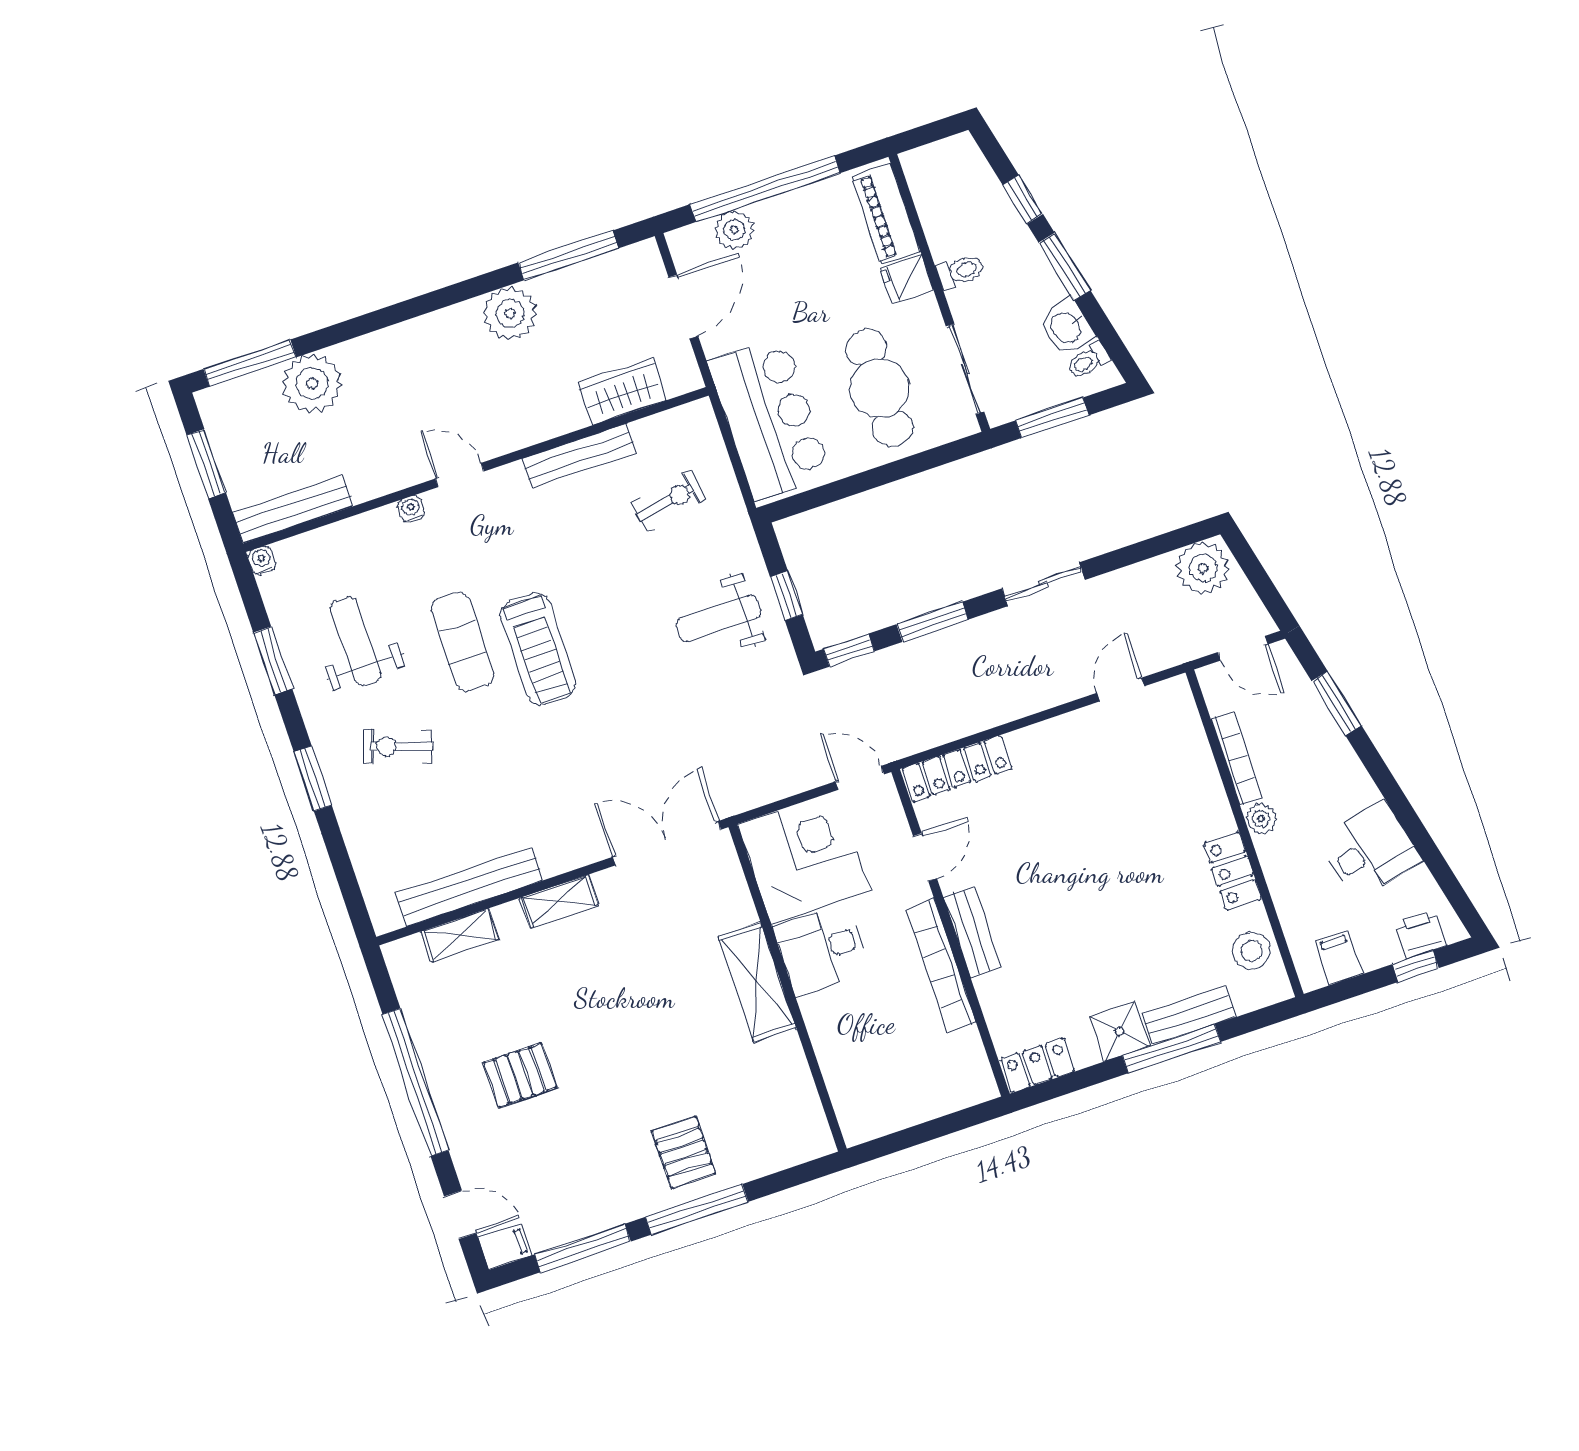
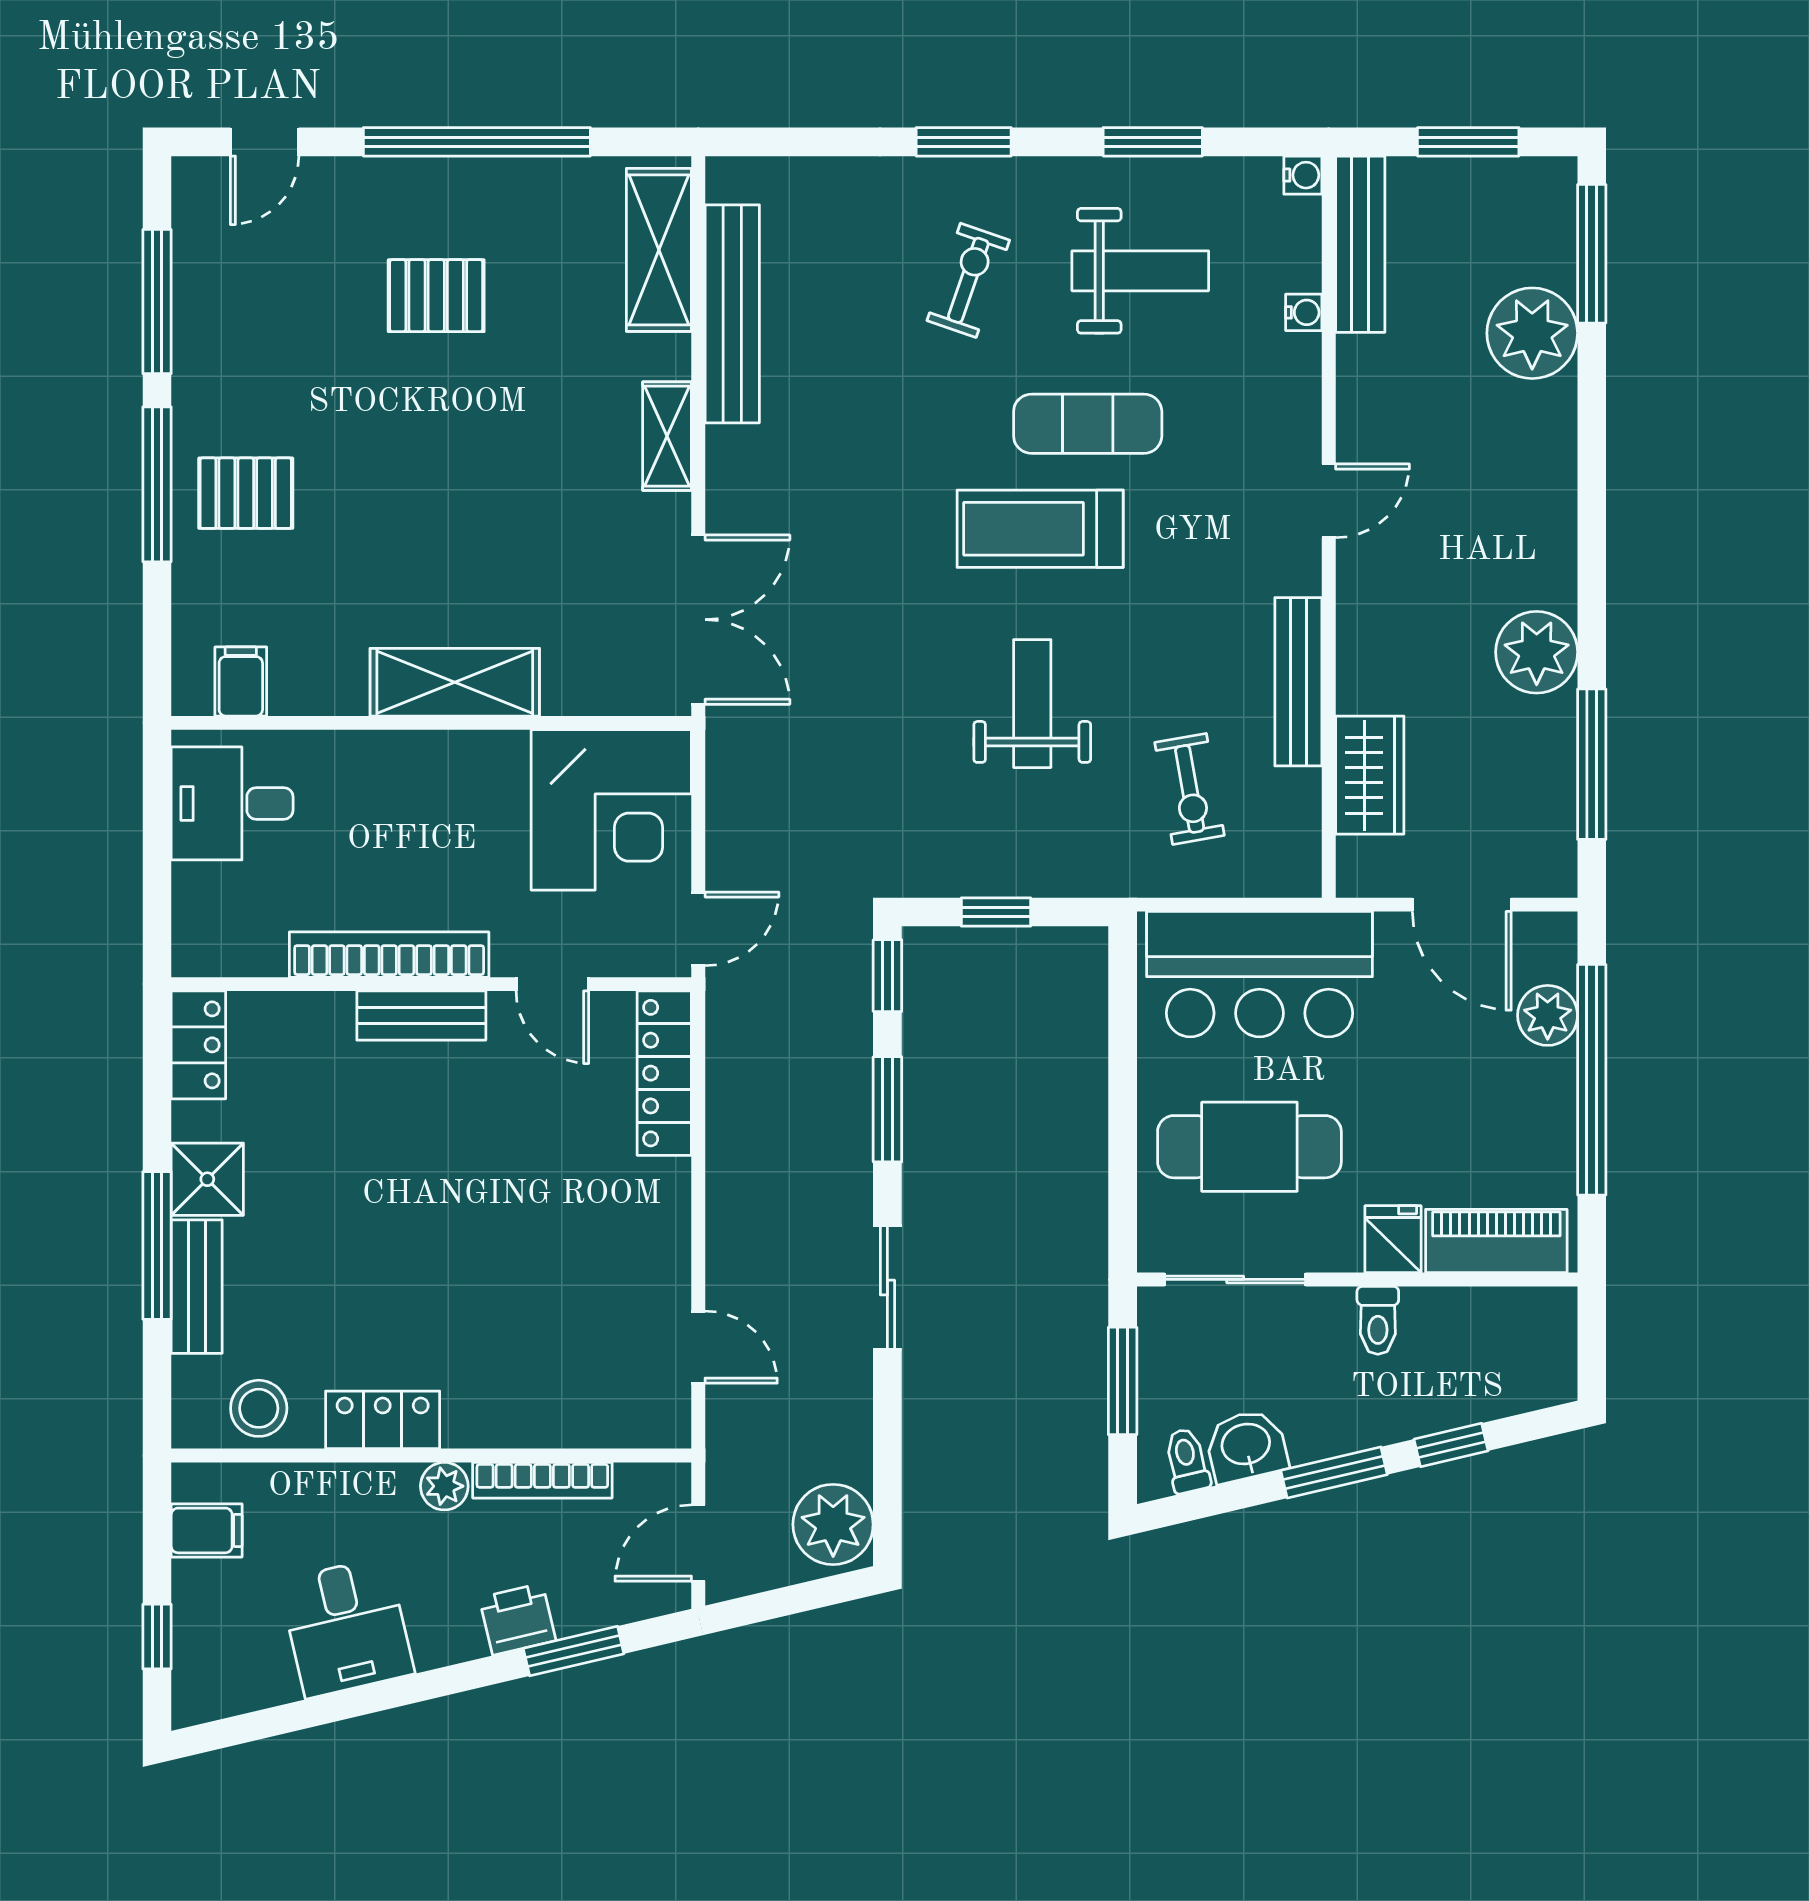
water cooler: (411, 509) -> (1304, 312), moved
weight bench: (718, 619) -> (1032, 704), moved
printer: (1421, 934) -> (518, 1619), moved, turned -103
shelving: (460, 935) -> (659, 250), width x1.50, depth x1.33
desk: (822, 950) -> (232, 803), moved, turned -90
pallet: (520, 1075) -> (436, 296), turned 90
filing cabinet: (505, 1246) -> (241, 681), moved, turned 180

